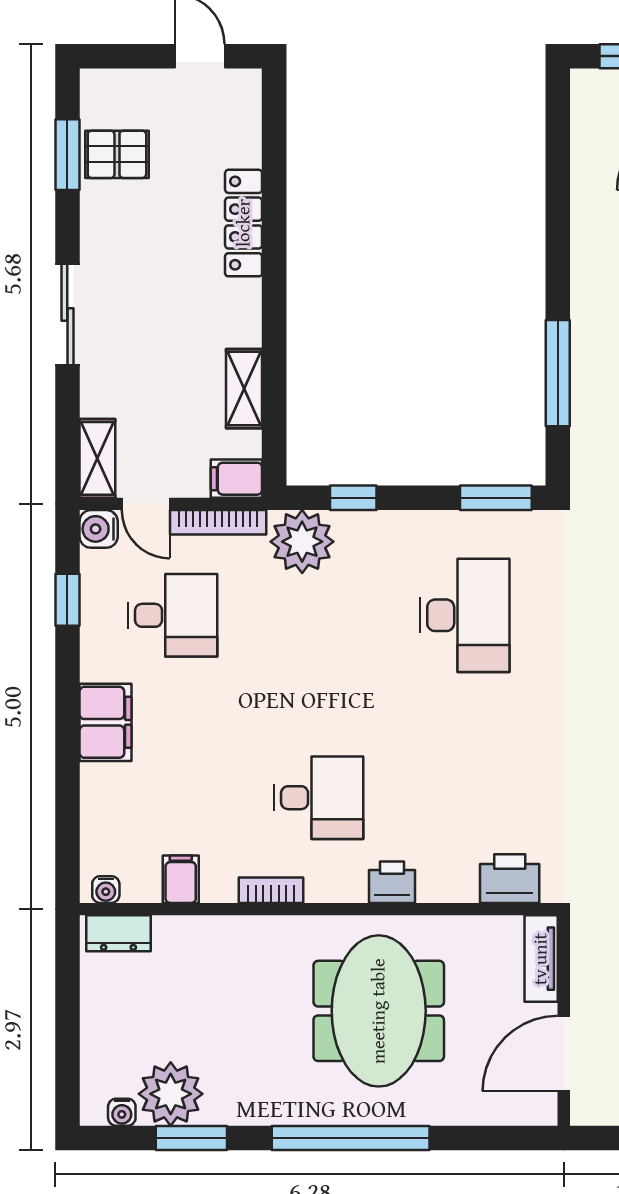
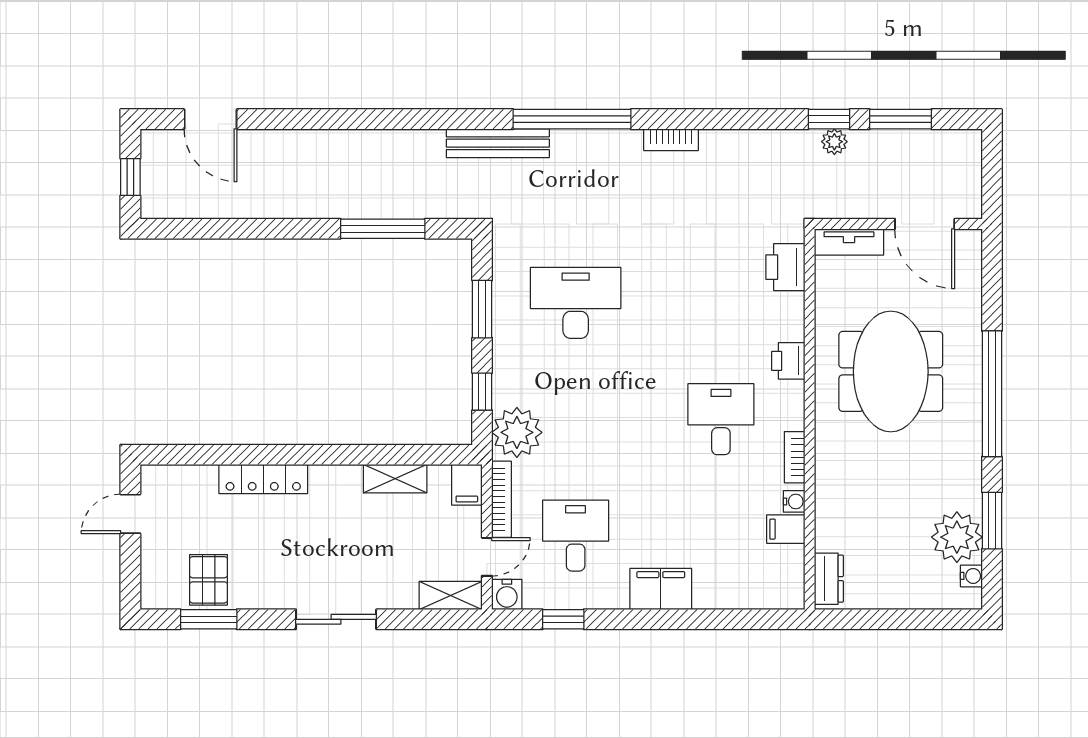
window: (496, 498) -> (482, 309), moved
water cooler: (106, 890) -> (794, 501), moved
meeting table: (379, 1011) -> (891, 371), turned 90

